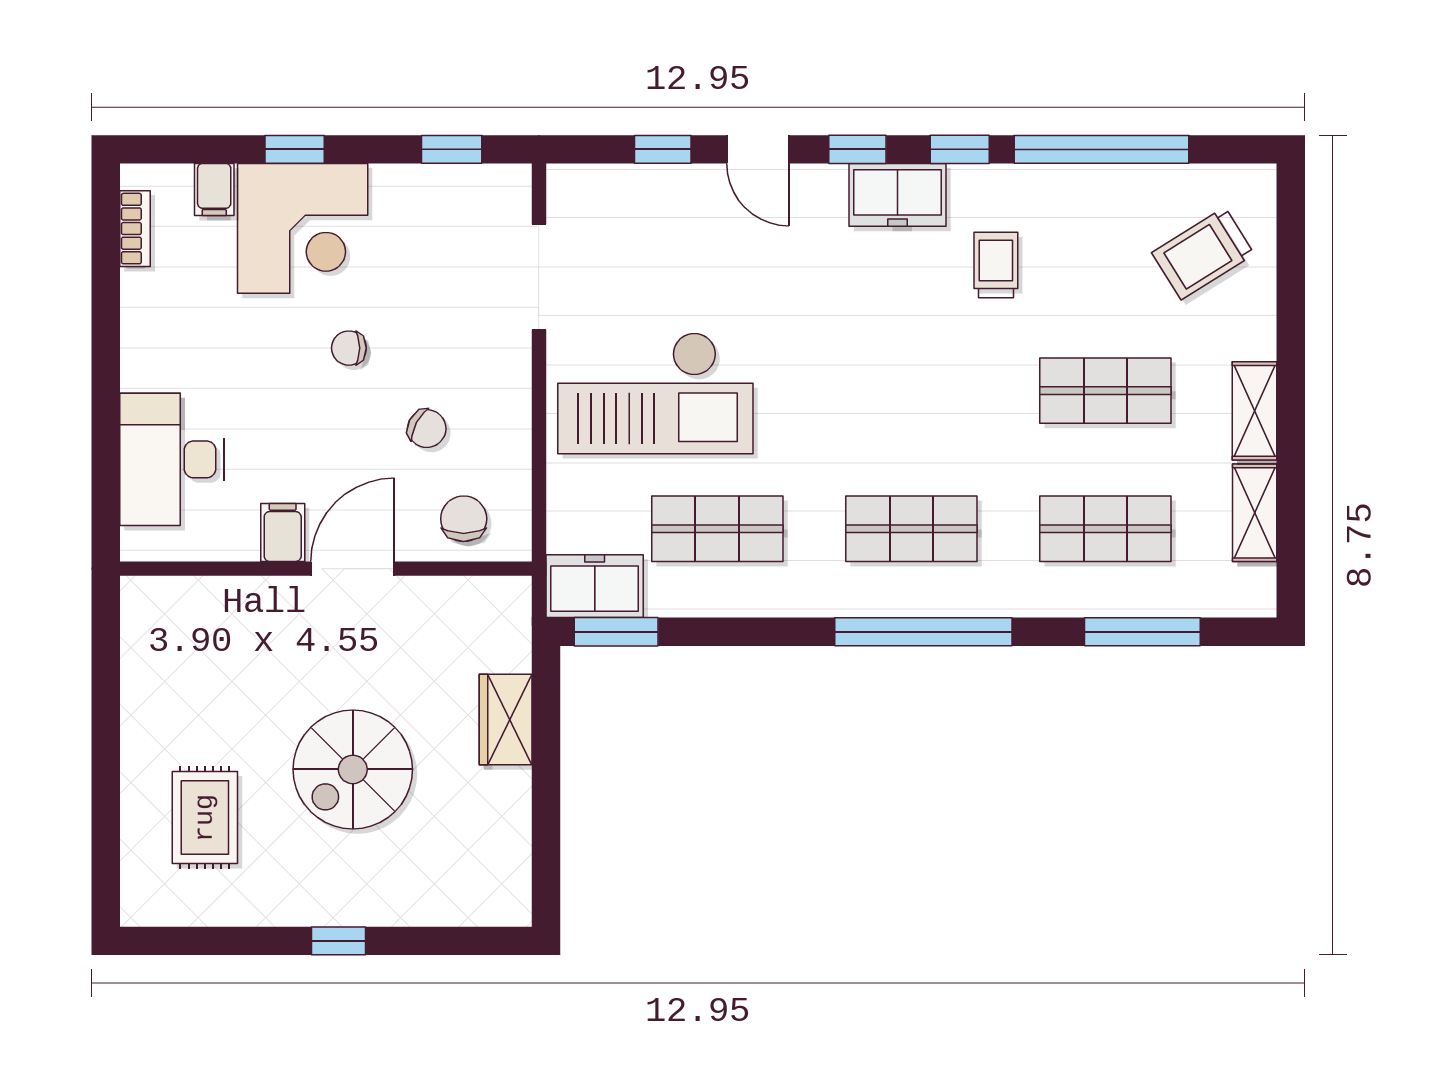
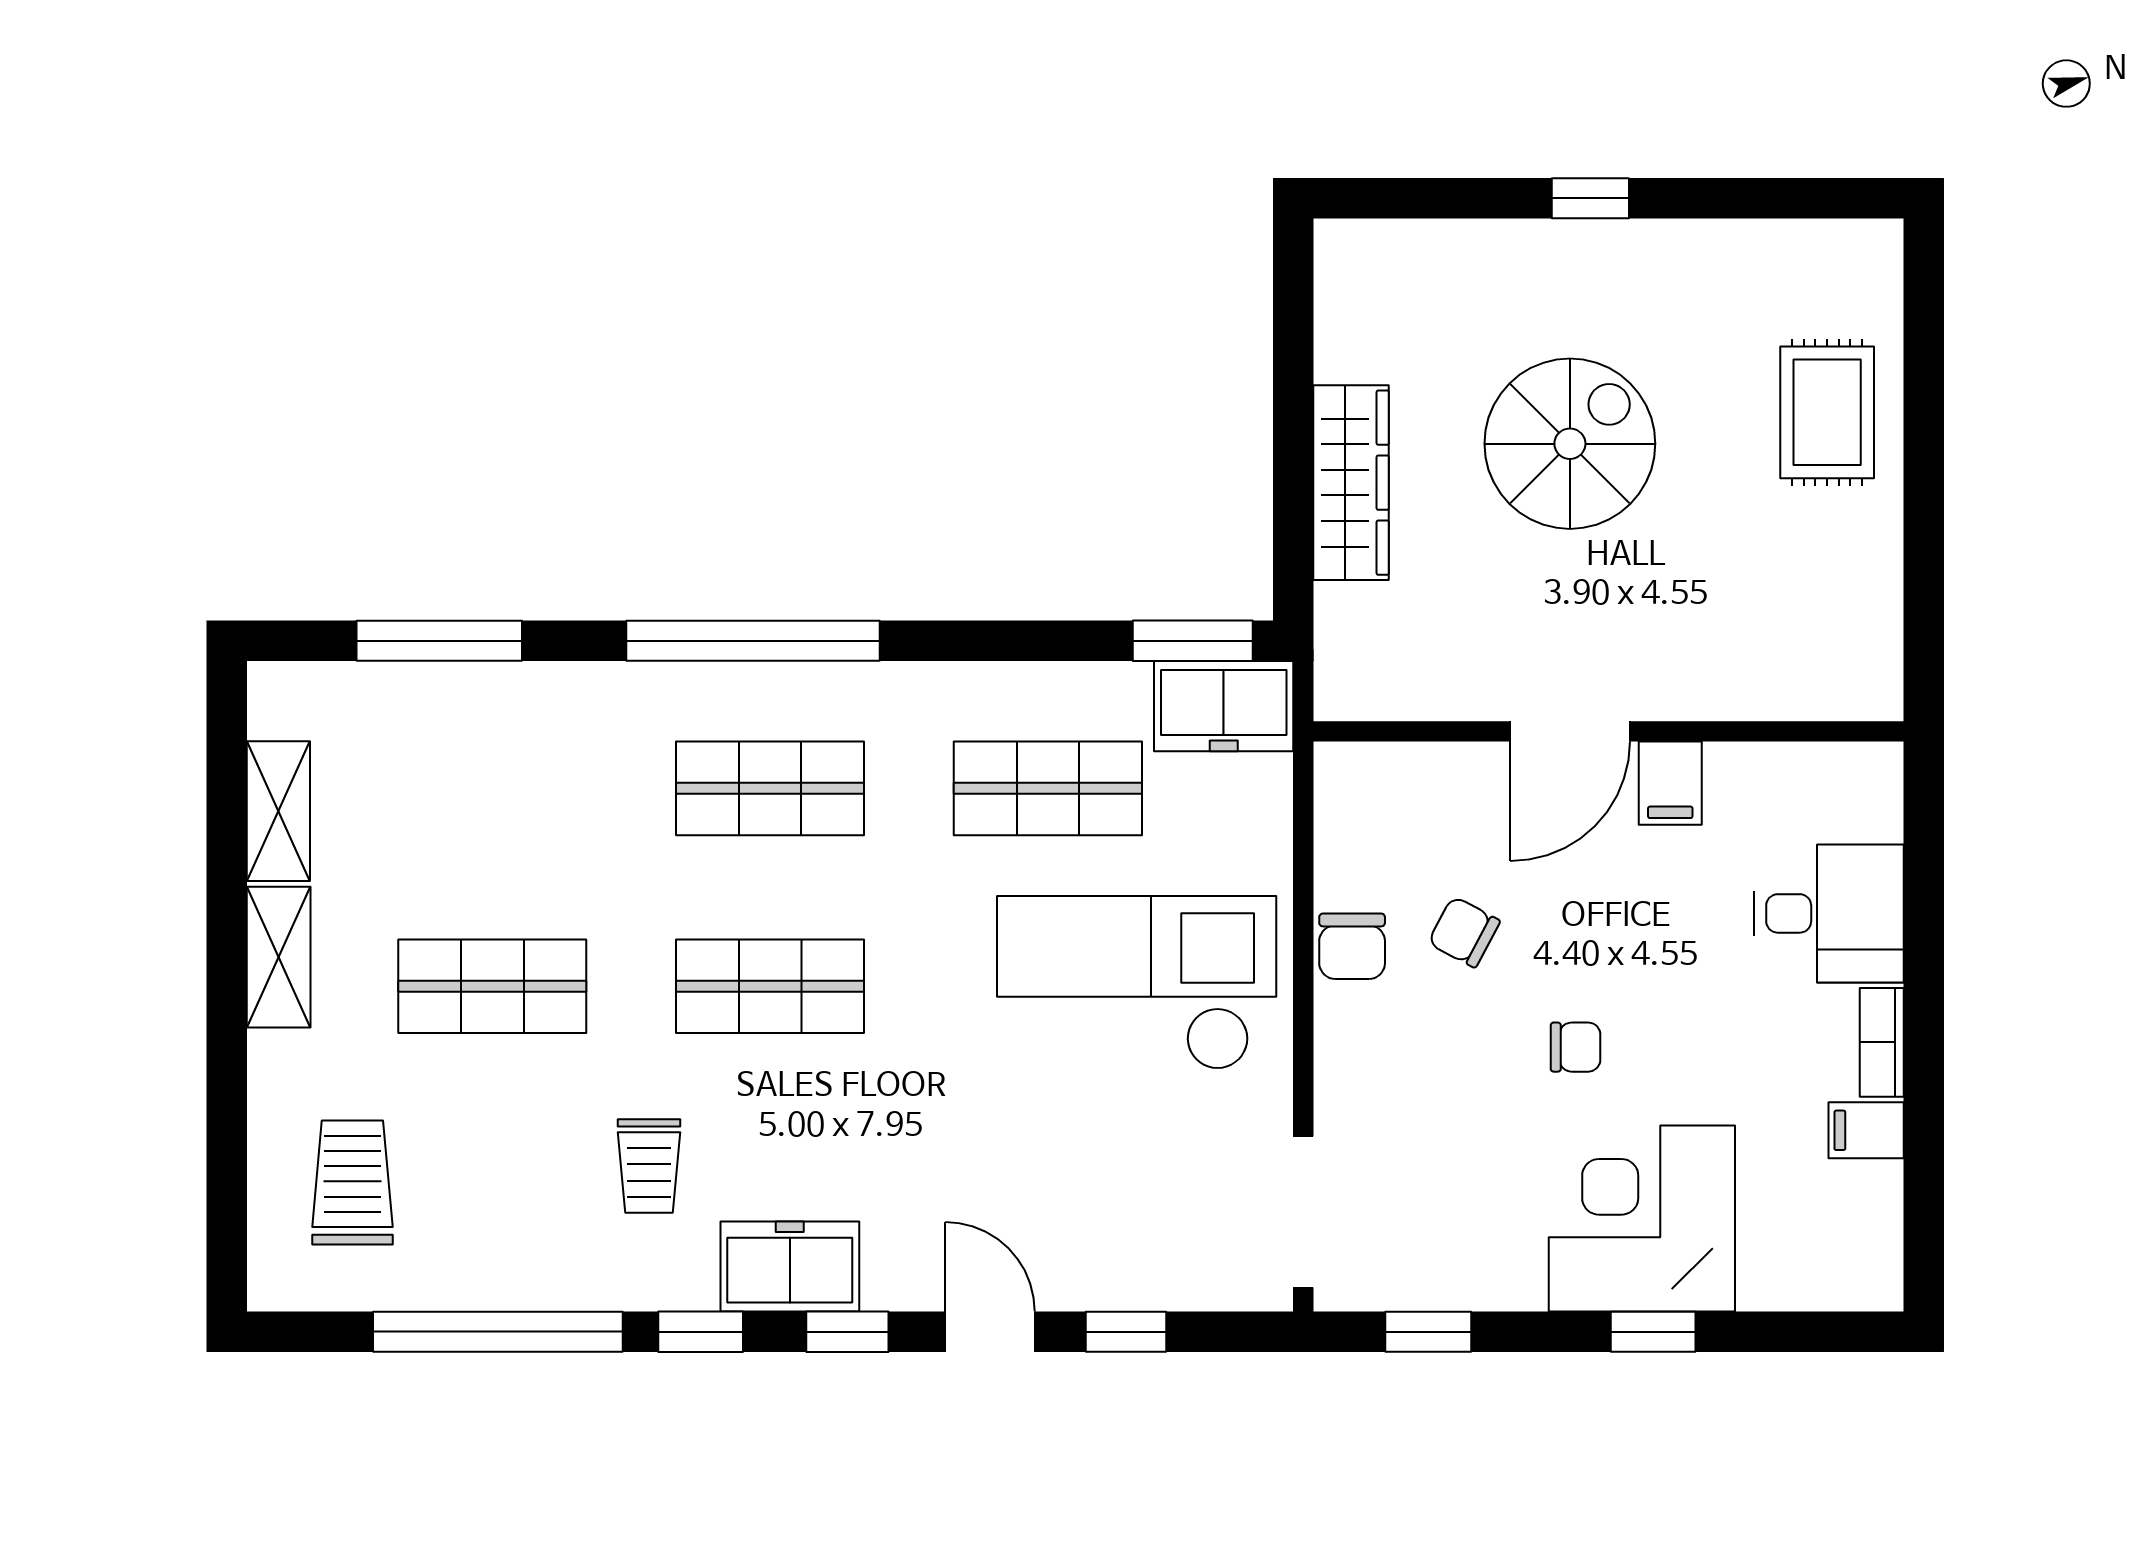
filing cabinet: (214, 190) -> (1866, 1130), moved, turned -90
bookcase: (135, 229) -> (1882, 1042), moved
trolley: (1203, 253) -> (352, 1183), turned -58
doorway: (539, 277) -> (1303, 1212), moved
desk: (172, 459) -> (1829, 913), width x0.73
chair: (464, 519) -> (1352, 946), moved
shop shelf: (1105, 529) -> (770, 986), moved
wardrobe: (506, 720) -> (1351, 483), width x1.50
rug: (205, 818) -> (1827, 412), moved

